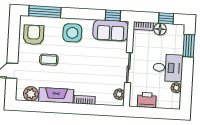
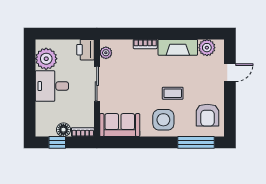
window: (113, 15) -> (118, 142), removed
window: (189, 46) -> (30, 112), removed
coffee table: (49, 60) -> (173, 93), moved
plant: (176, 88) -> (46, 59), width x1.88, depth x1.88
printer: (147, 100) -> (85, 50), moved, turned 90

